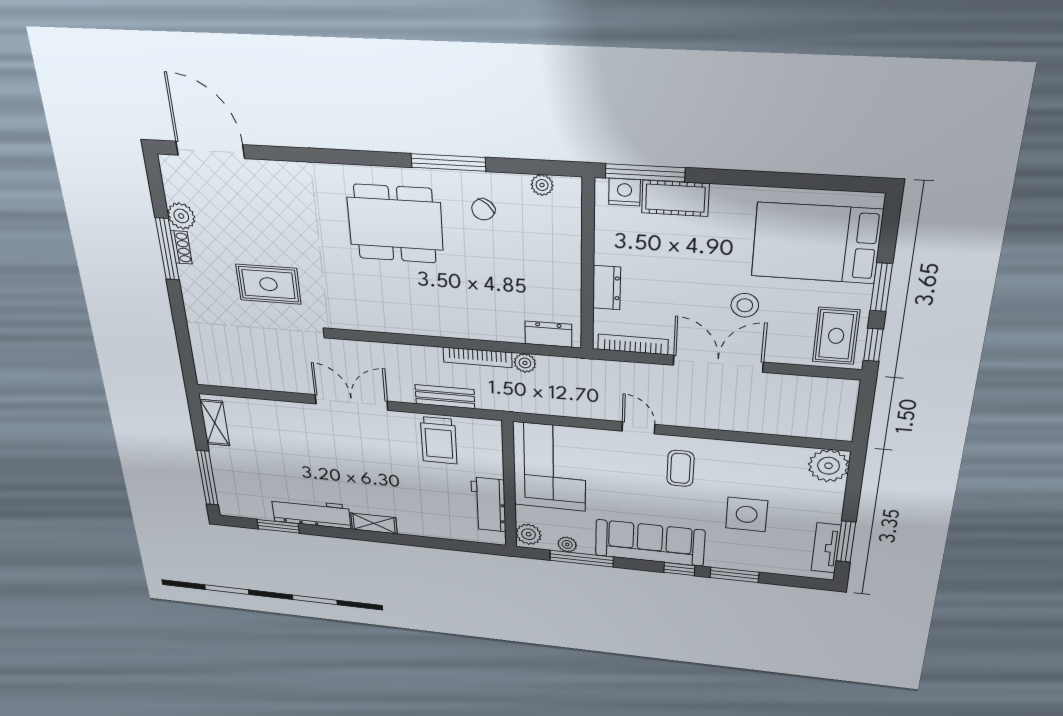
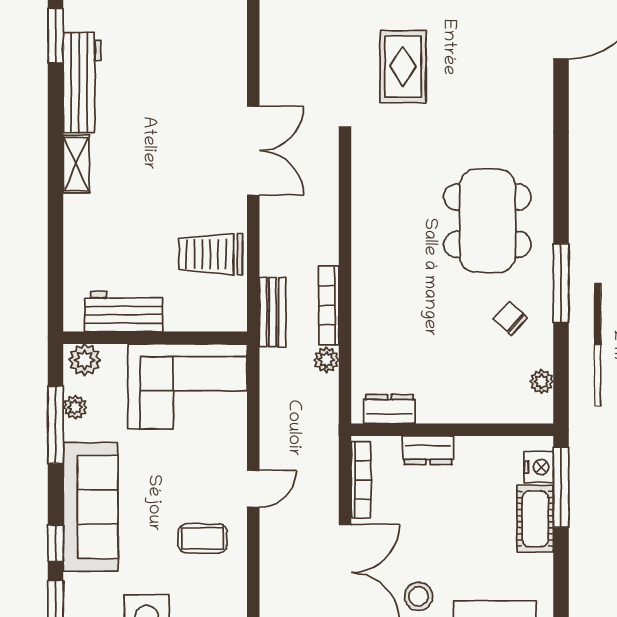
dresser: (548, 334) -> (390, 409), moved, turned -90
bench: (445, 397) -> (273, 312), moved

